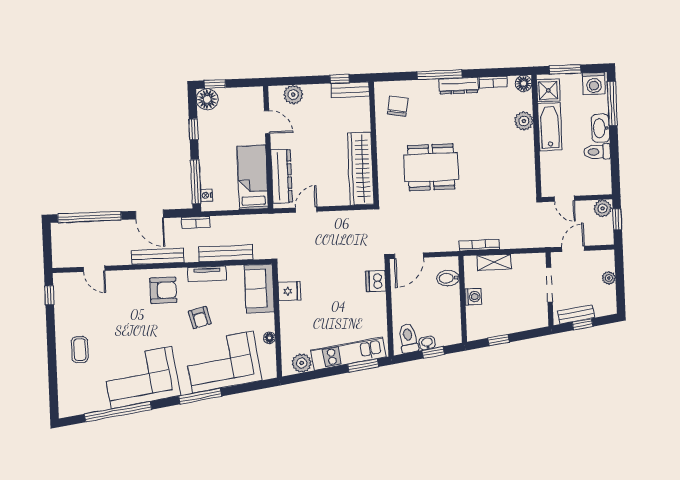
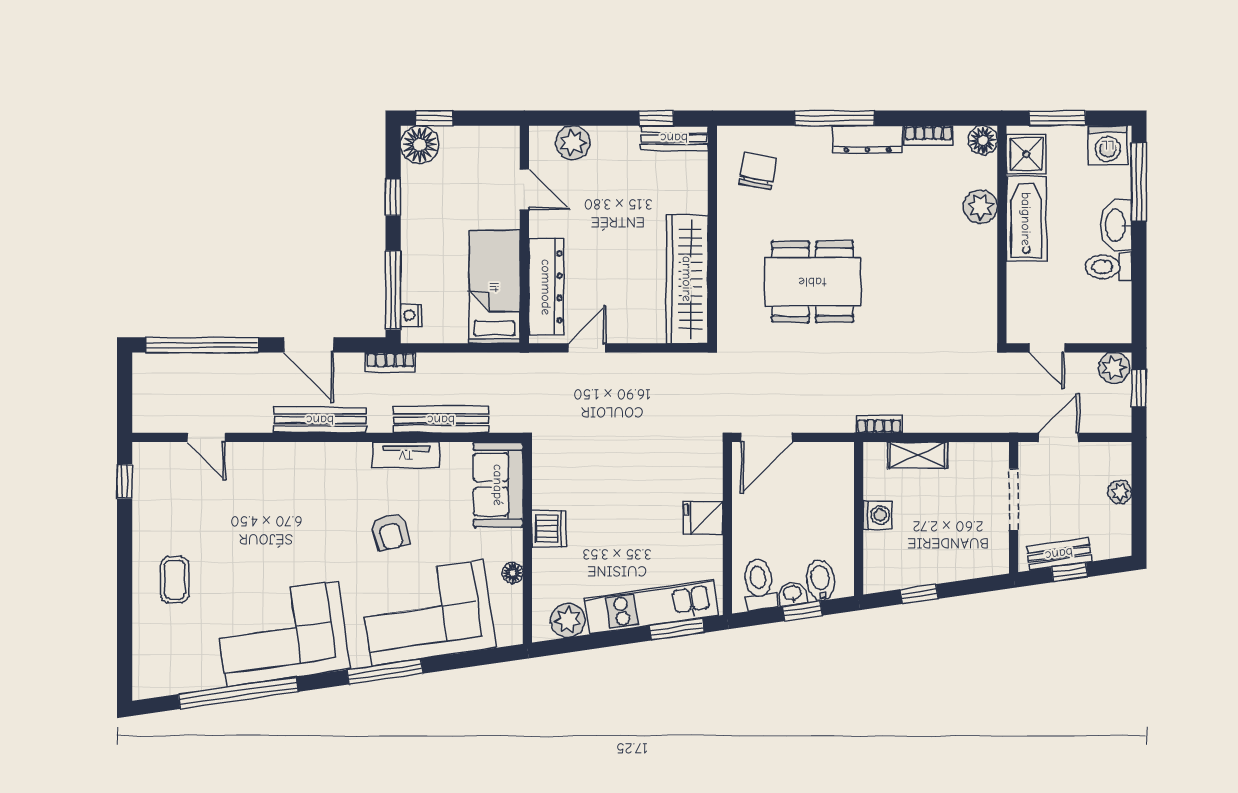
bookcase: (479, 245) -> (879, 424), width x0.64
bidet: (448, 278) -> (821, 581), moved, turned 82
dishwasher: (376, 281) -> (549, 529), moved, turned 180
armchair: (163, 290) -> (327, 481), removed
fridge: (289, 291) -> (703, 518), moved, turned 180

